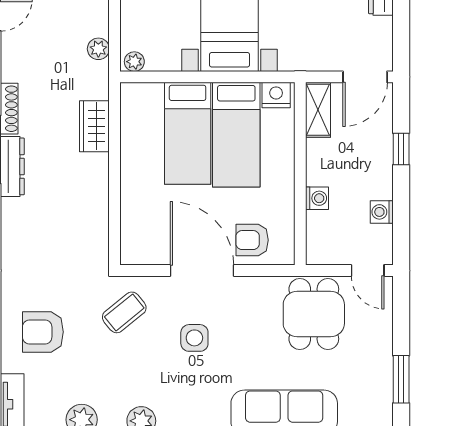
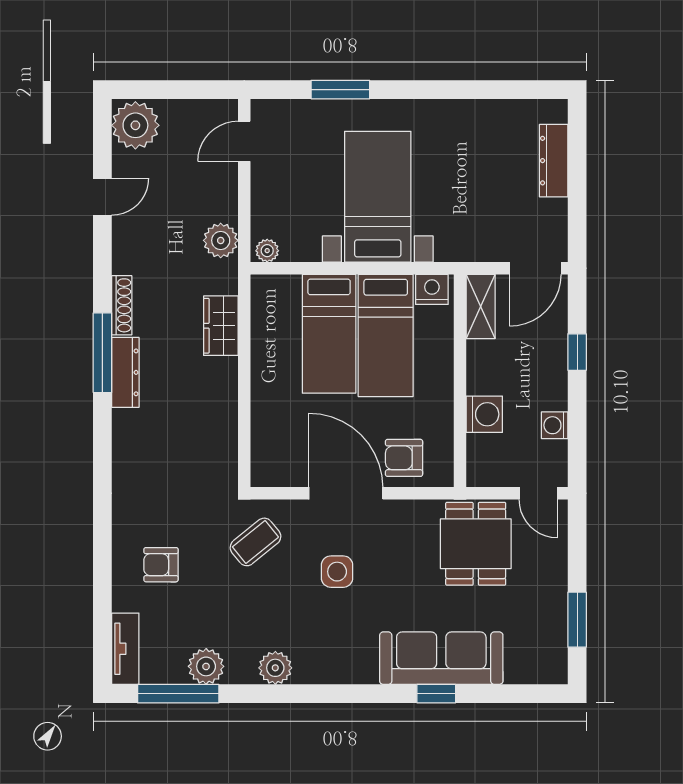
plant: (98, 49) -> (221, 240), width x1.38, depth x1.38
washing machine: (317, 198) -> (484, 414), width x1.38, depth x1.38
armchair: (43, 332) -> (161, 565), width x0.72, depth x0.72

